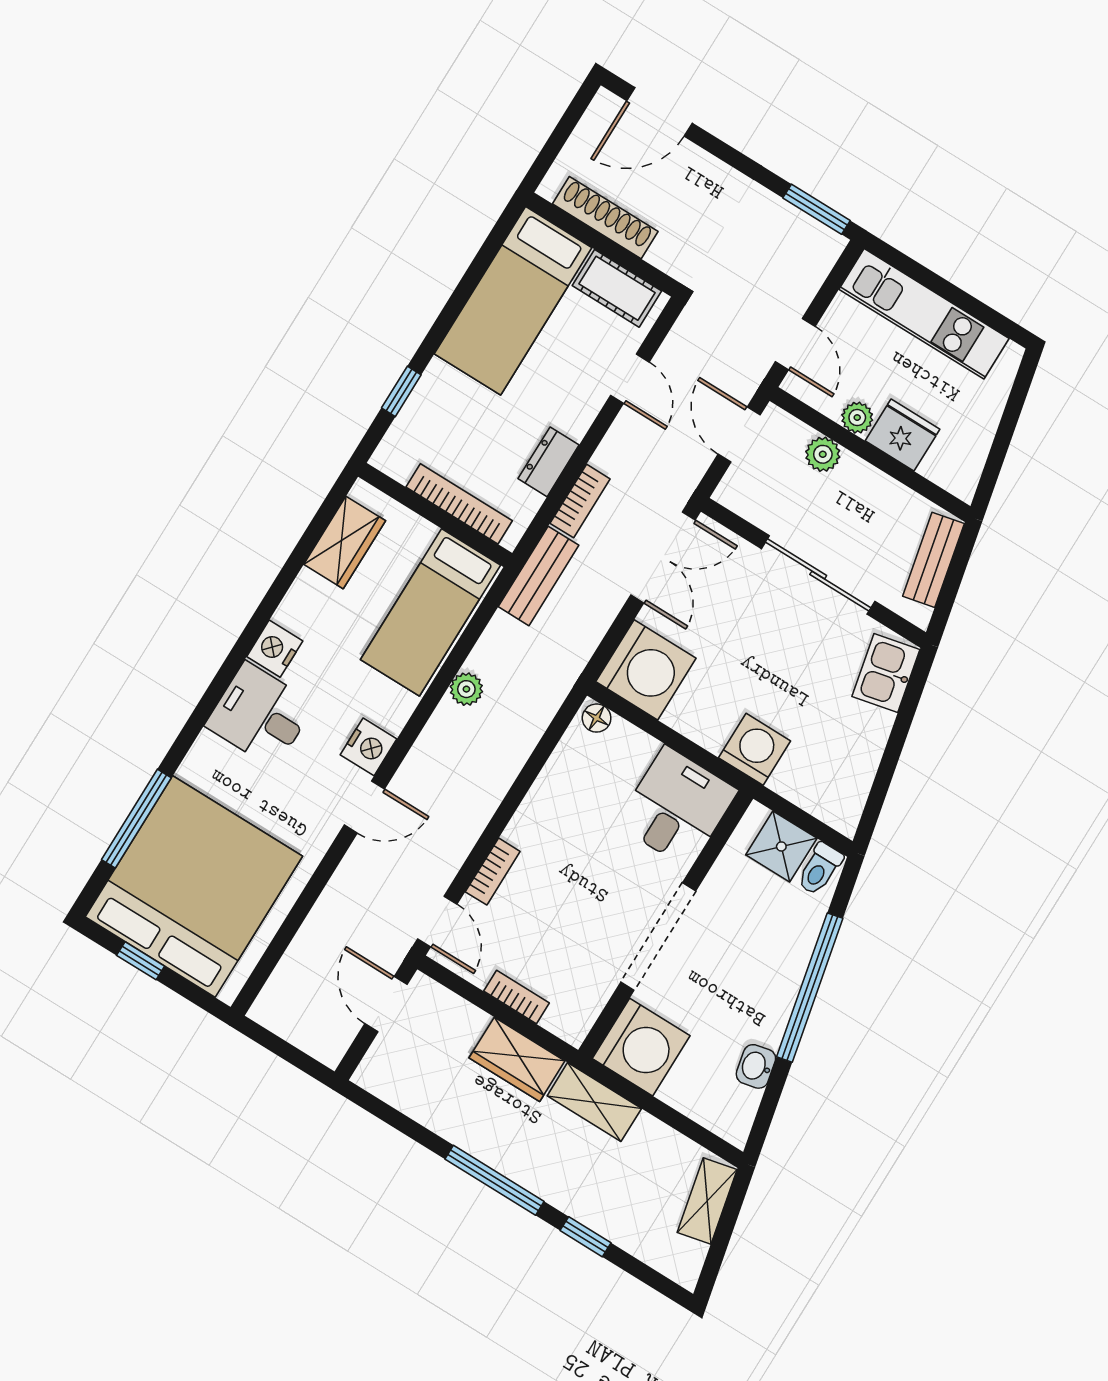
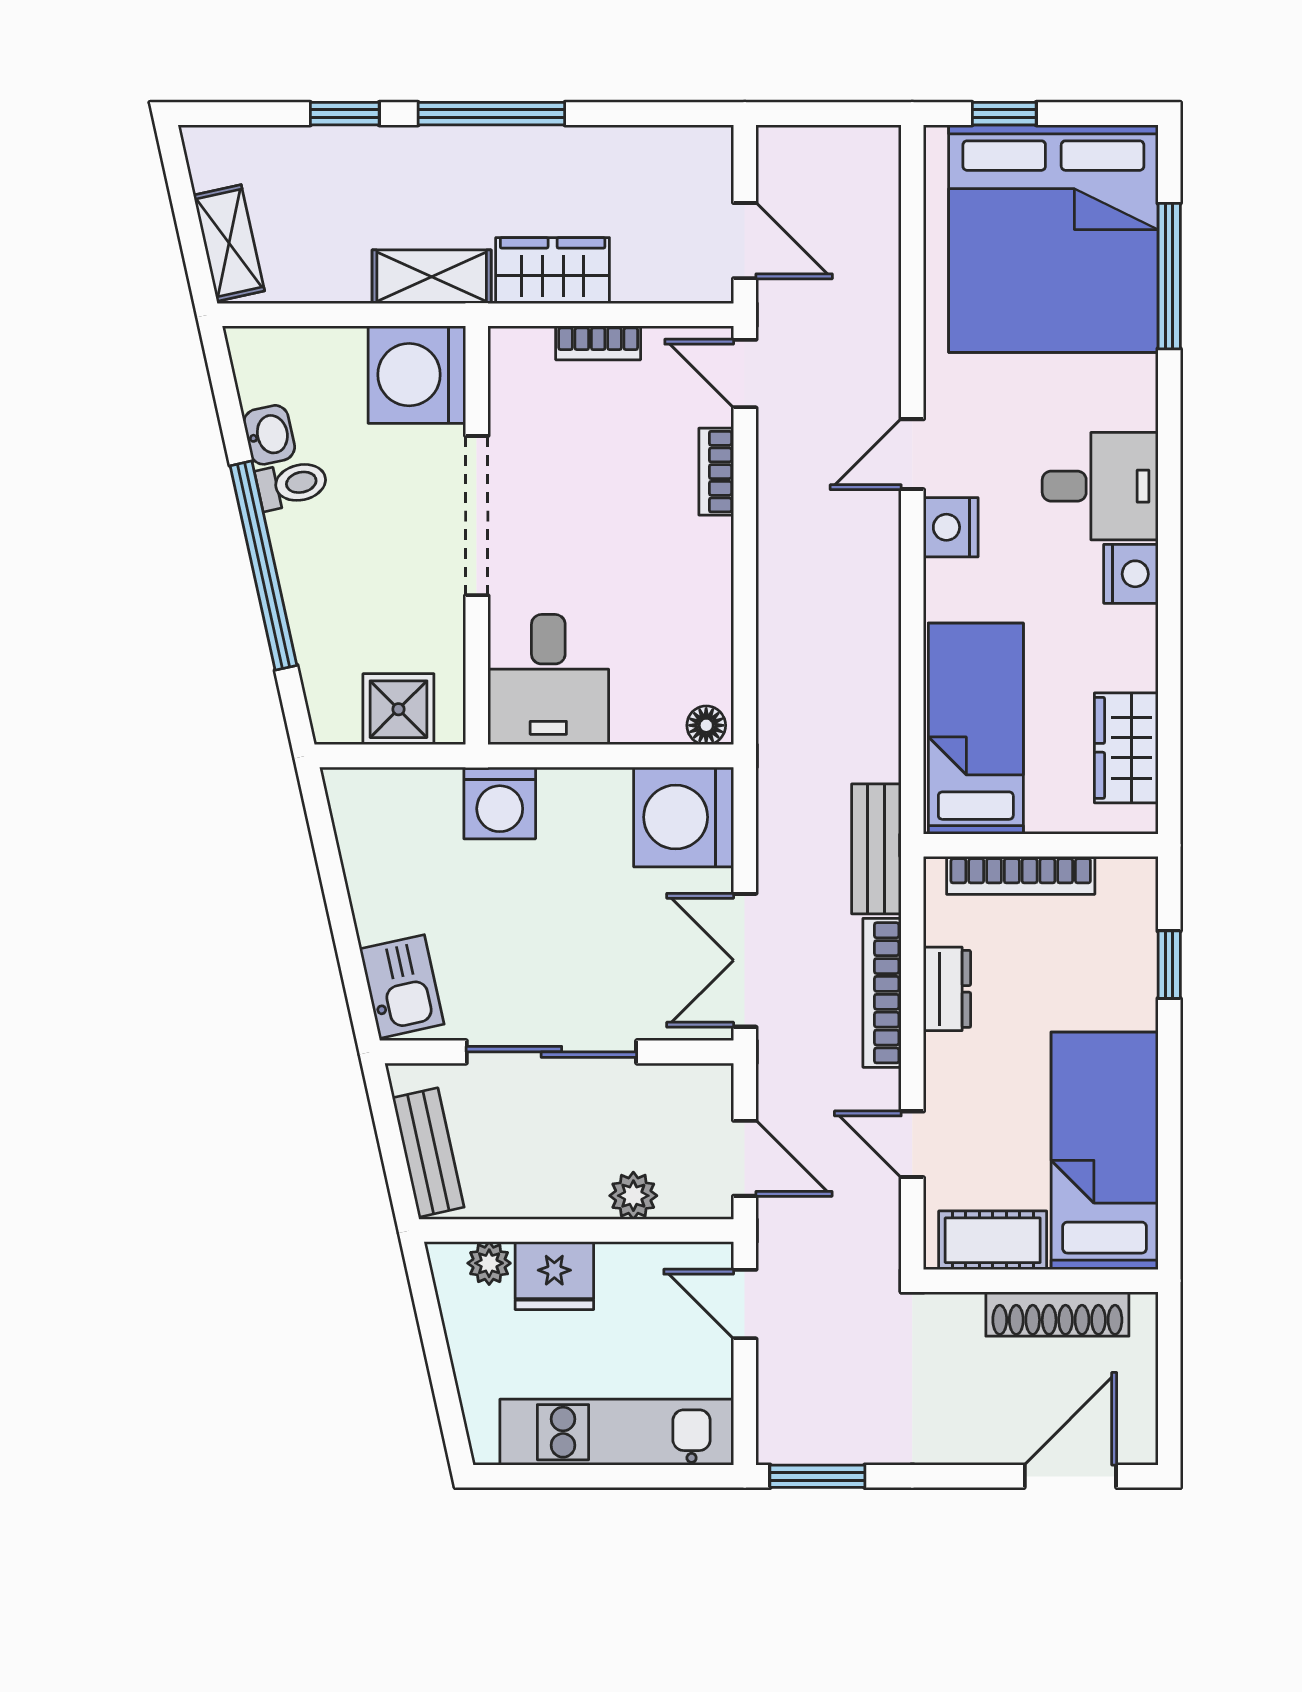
plant: (857, 418) -> (489, 1263), moved
bookcase: (580, 501) -> (882, 993), width x1.56
plant: (466, 689) -> (879, 665), removed
toilet: (820, 869) -> (292, 484), moved, turned 78
window: (141, 961) -> (1004, 114), moved

